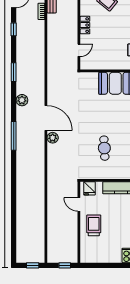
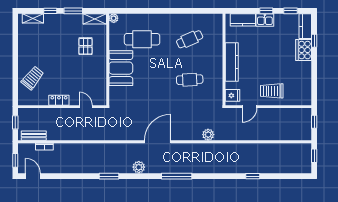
window: (14, 29) -> (253, 176), moved
plant: (53, 138) -> (208, 135), moved

